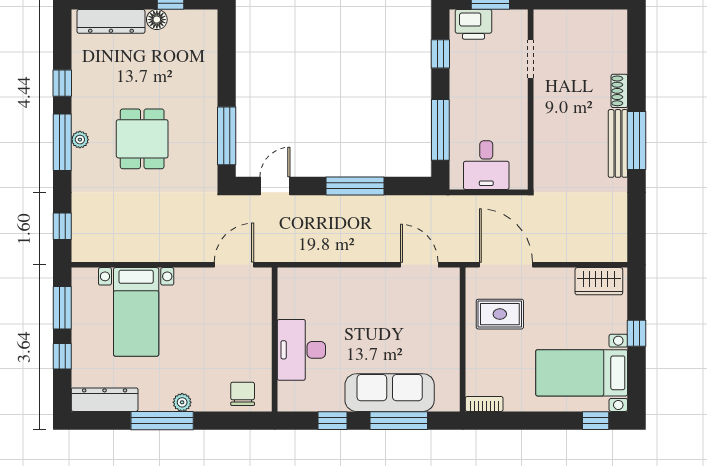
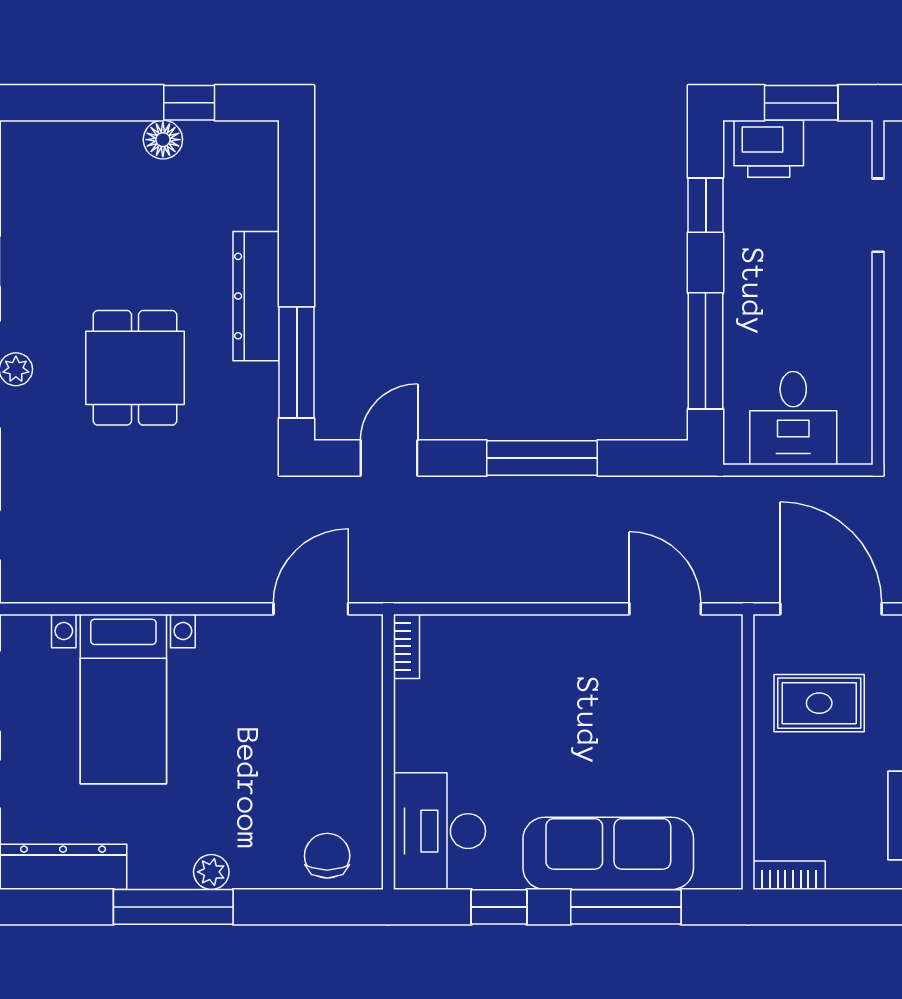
dresser: (111, 21) -> (256, 296), moved, turned 90
bookcase: (284, 284) -> (407, 646), added
desk: (301, 350) -> (440, 831), moved

